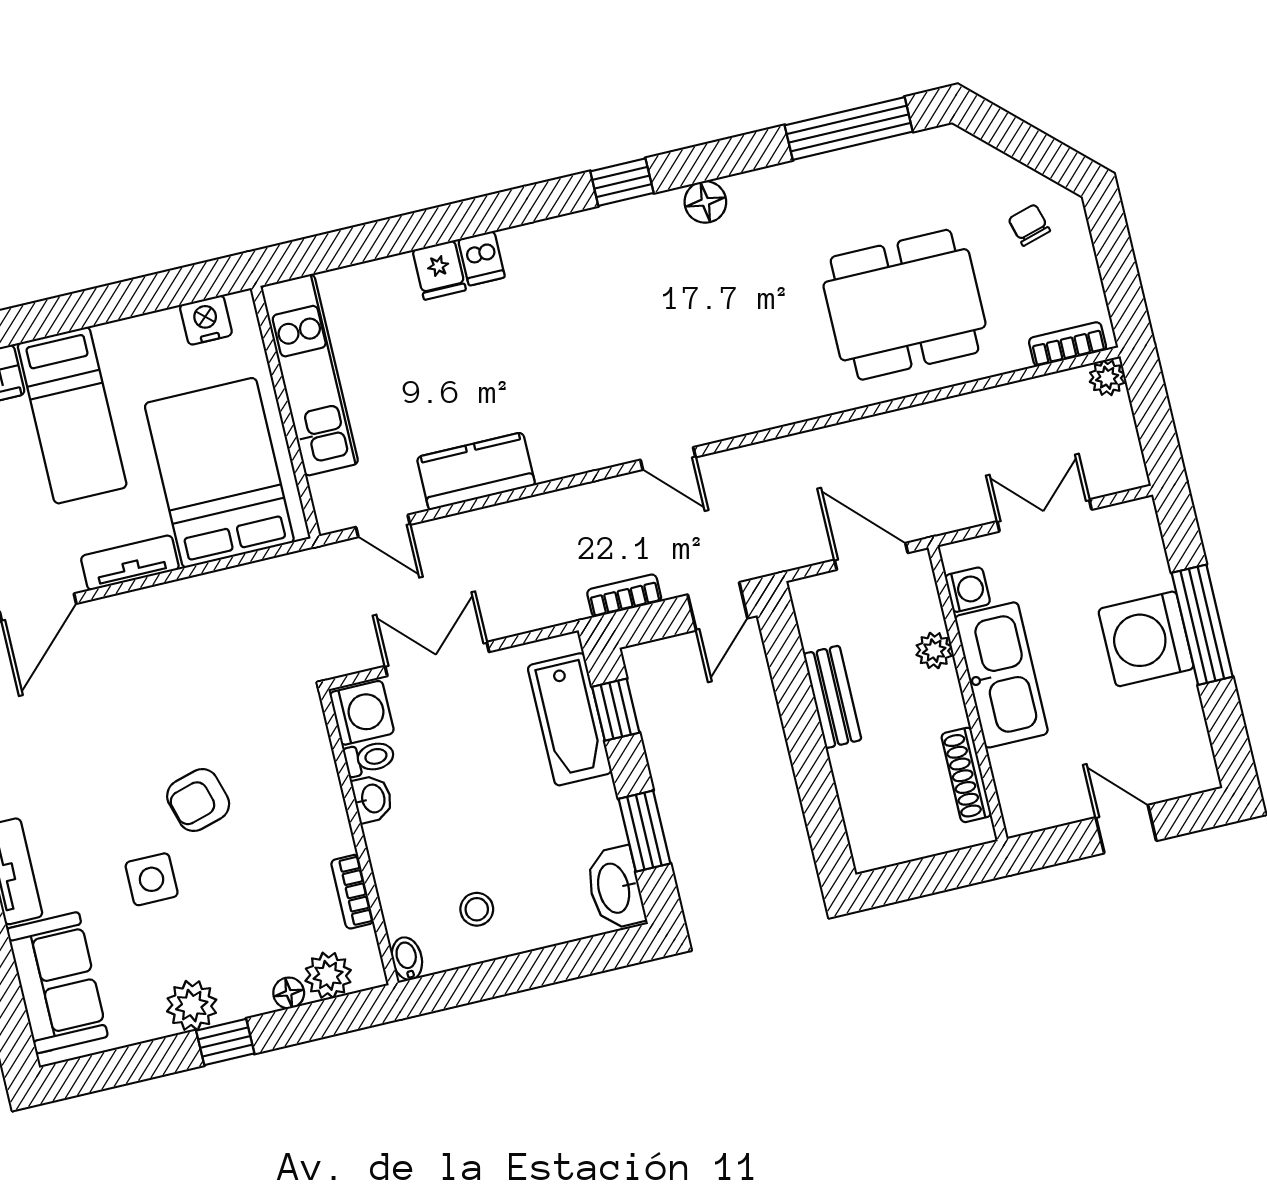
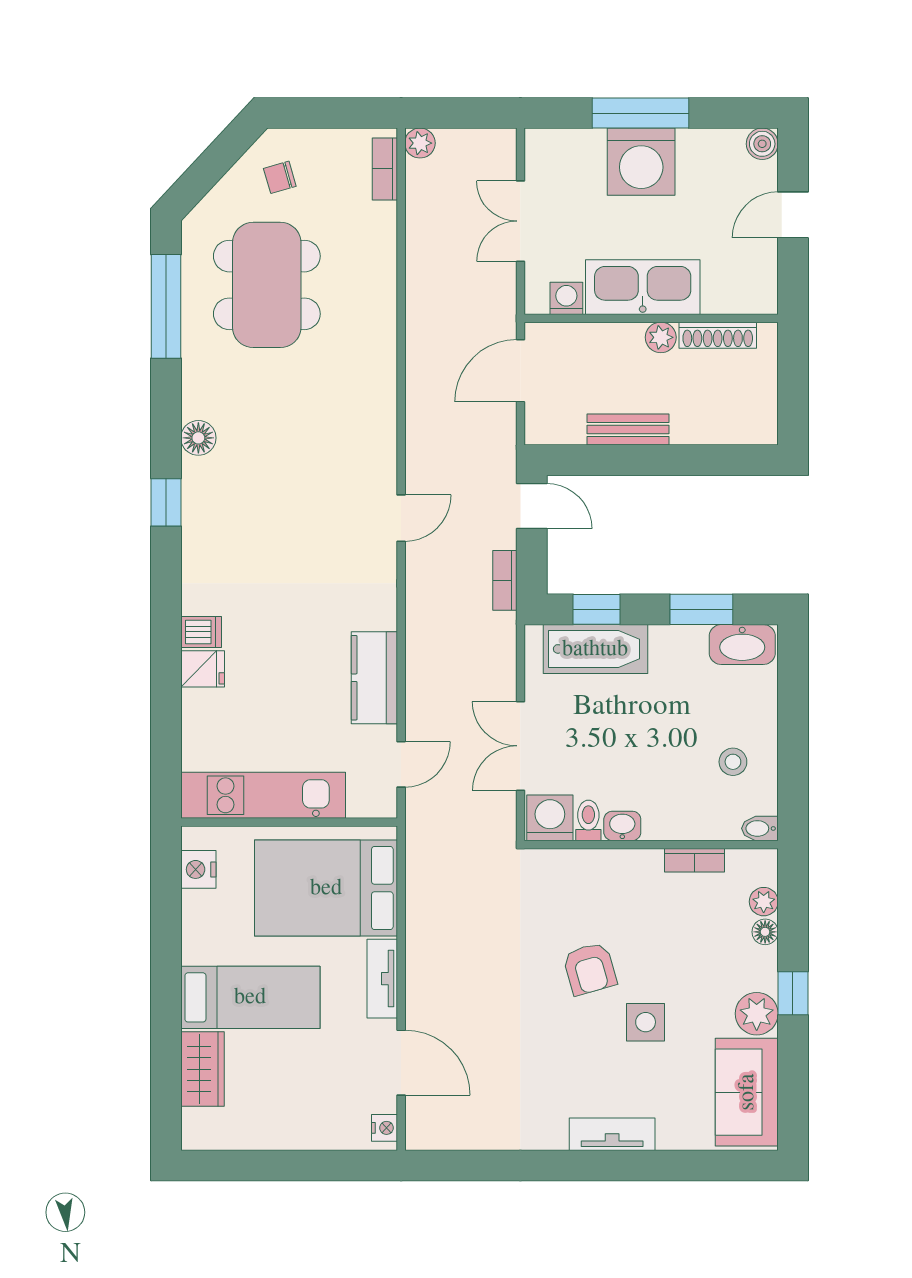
dining table: (904, 305) -> (267, 285), moved
plant: (934, 651) -> (661, 337), moved
boiler: (1200, 774) -> (762, 144), added
plant: (328, 975) -> (764, 902), width x0.73, depth x0.73
sofa: (57, 983) -> (747, 1092), moved, turned -90

